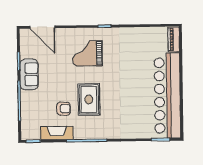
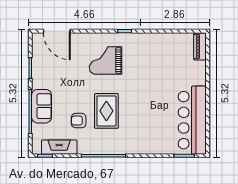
sofa: (29, 74) -> (42, 106), moved
bar counter: (167, 95) -> (192, 120), width x0.73
armchair: (64, 109) -> (79, 121), turned 180
fireplace: (57, 133) -> (59, 147), moved

